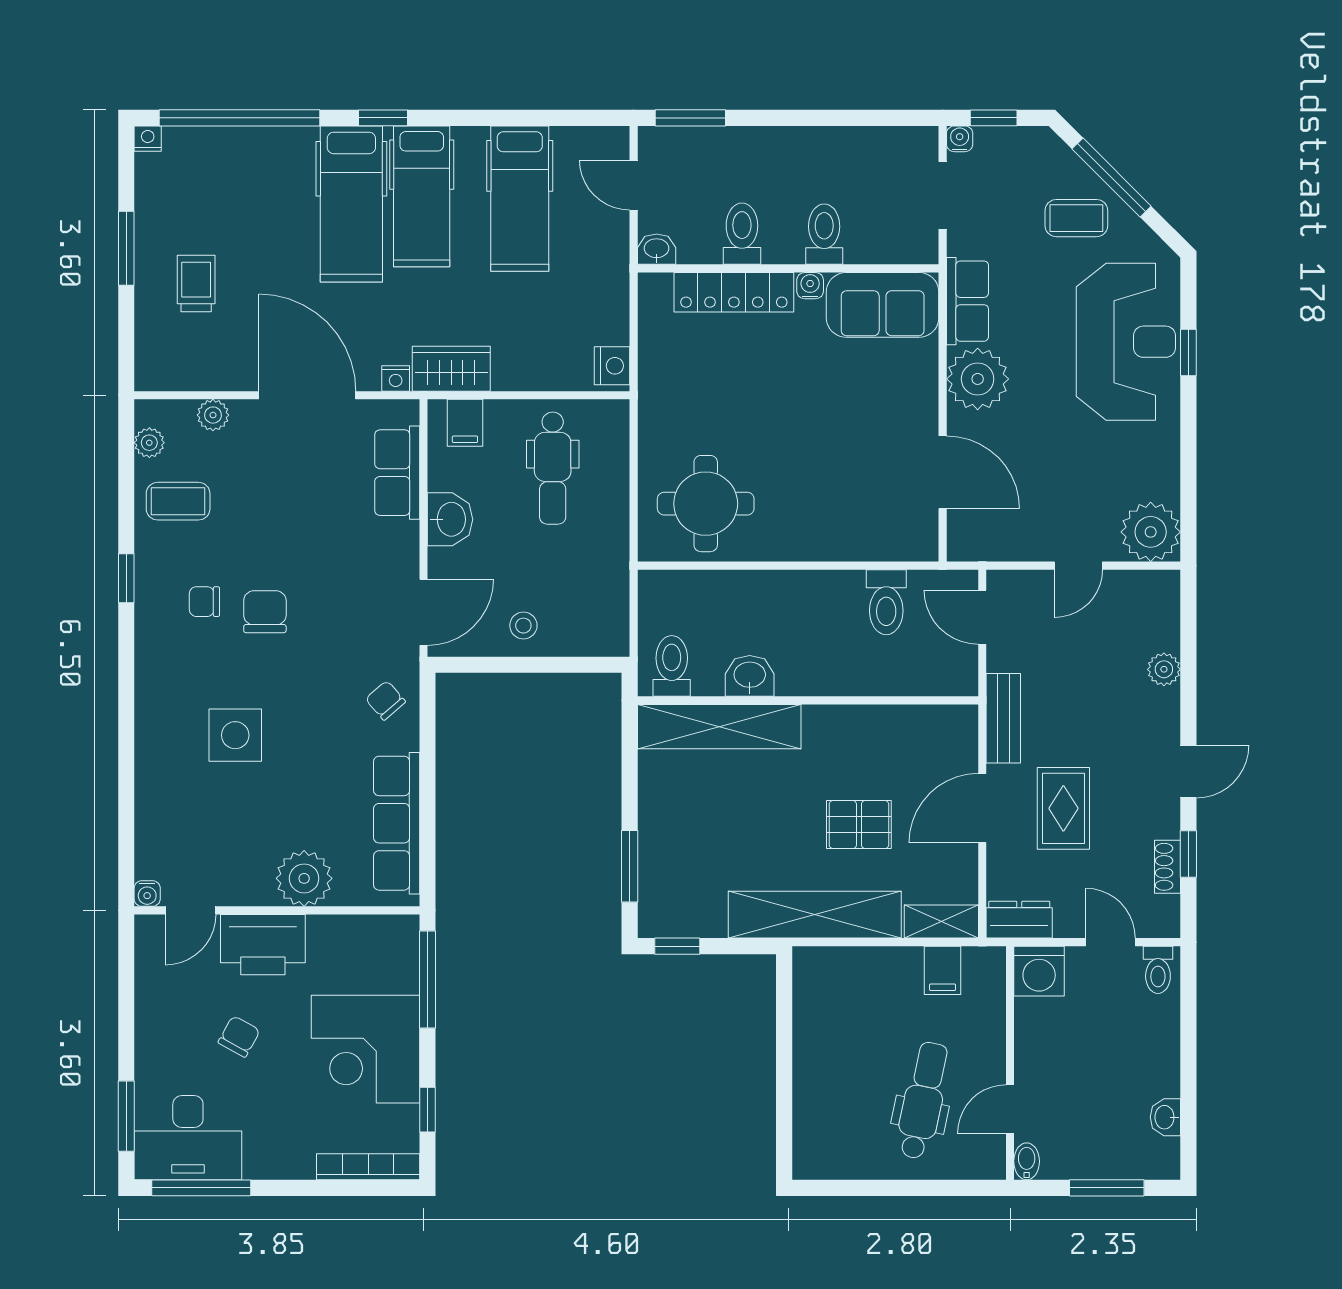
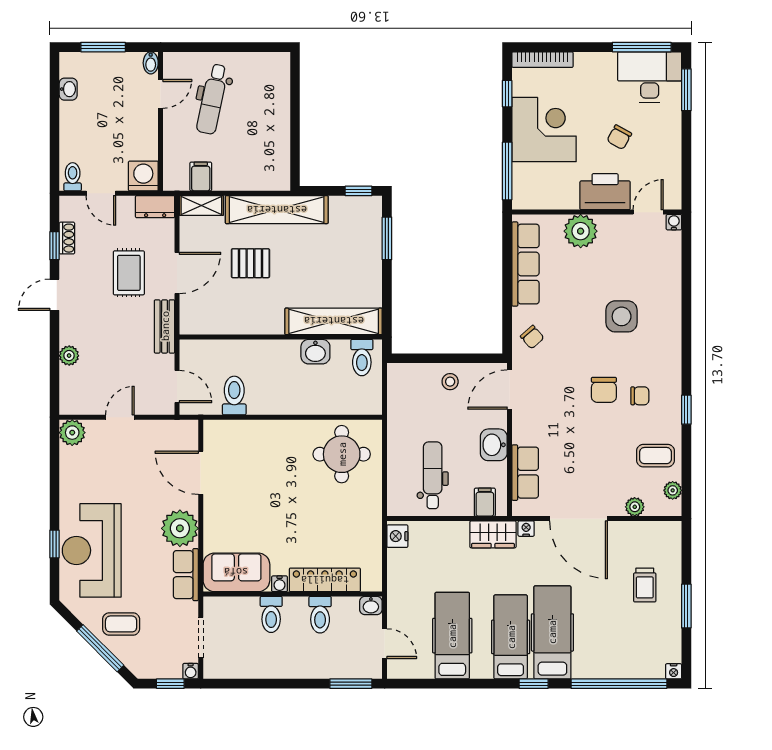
plant: (1151, 532) -> (72, 433), width x0.73, depth x0.73

